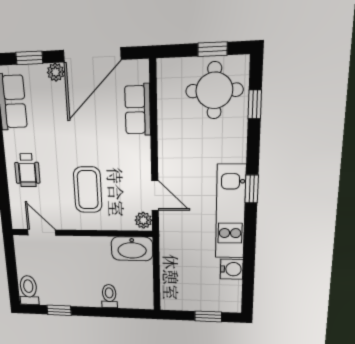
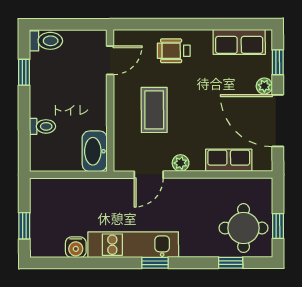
coffee table: (88, 190) -> (154, 110), turned 90
plant: (143, 220) -> (181, 163), moved

